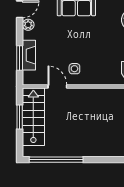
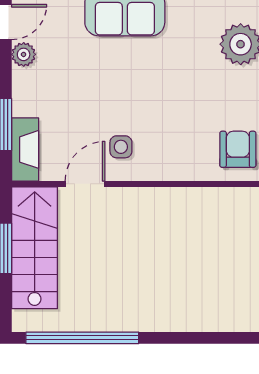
fireplace: (29, 55) -> (25, 149), moved
door: (57, 86) -> (85, 184), hinge flipped

